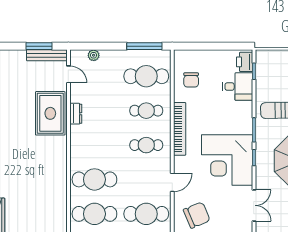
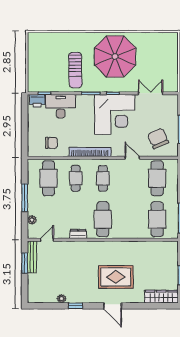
window: (144, 46) -> (25, 198), moved
desk: (238, 87) -> (61, 106), width x1.37
rug: (50, 113) -> (116, 277), moved
cafe table: (94, 179) -> (103, 219), moved

